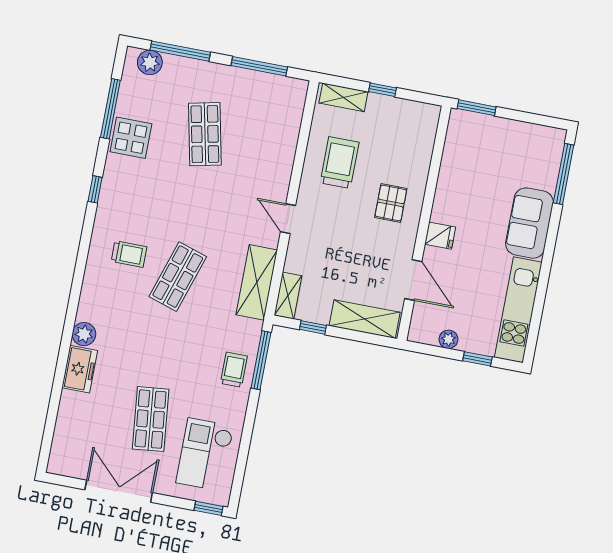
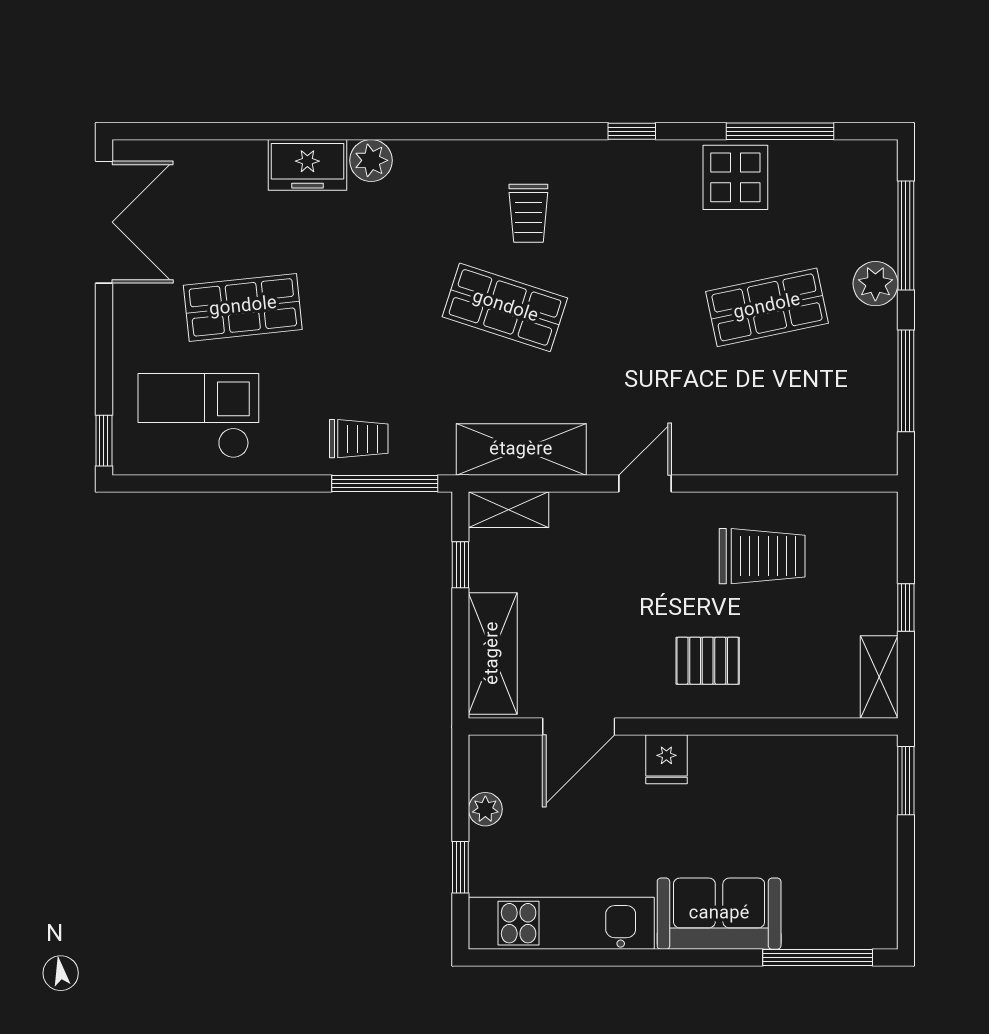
plant: (150, 62) -> (875, 284), moved
shelving: (343, 97) -> (879, 677), moved
double door: (119, 491) -> (104, 222), moved

